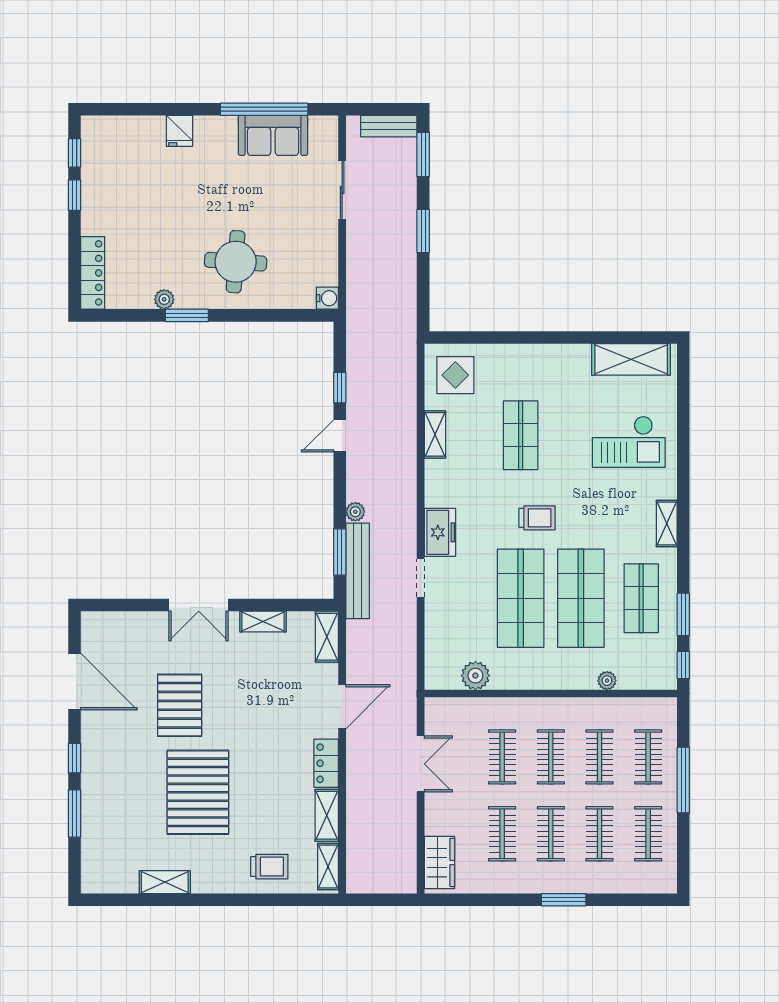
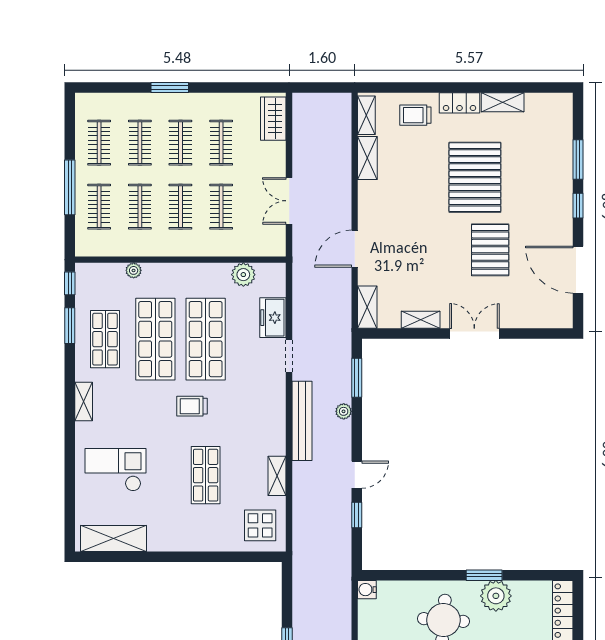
plant: (164, 299) -> (496, 596), width x1.88, depth x1.88
freezer: (440, 532) -> (273, 318), moved
bench: (358, 571) -> (302, 421), moved
locker: (326, 763) -> (460, 103), moved, turned 90

